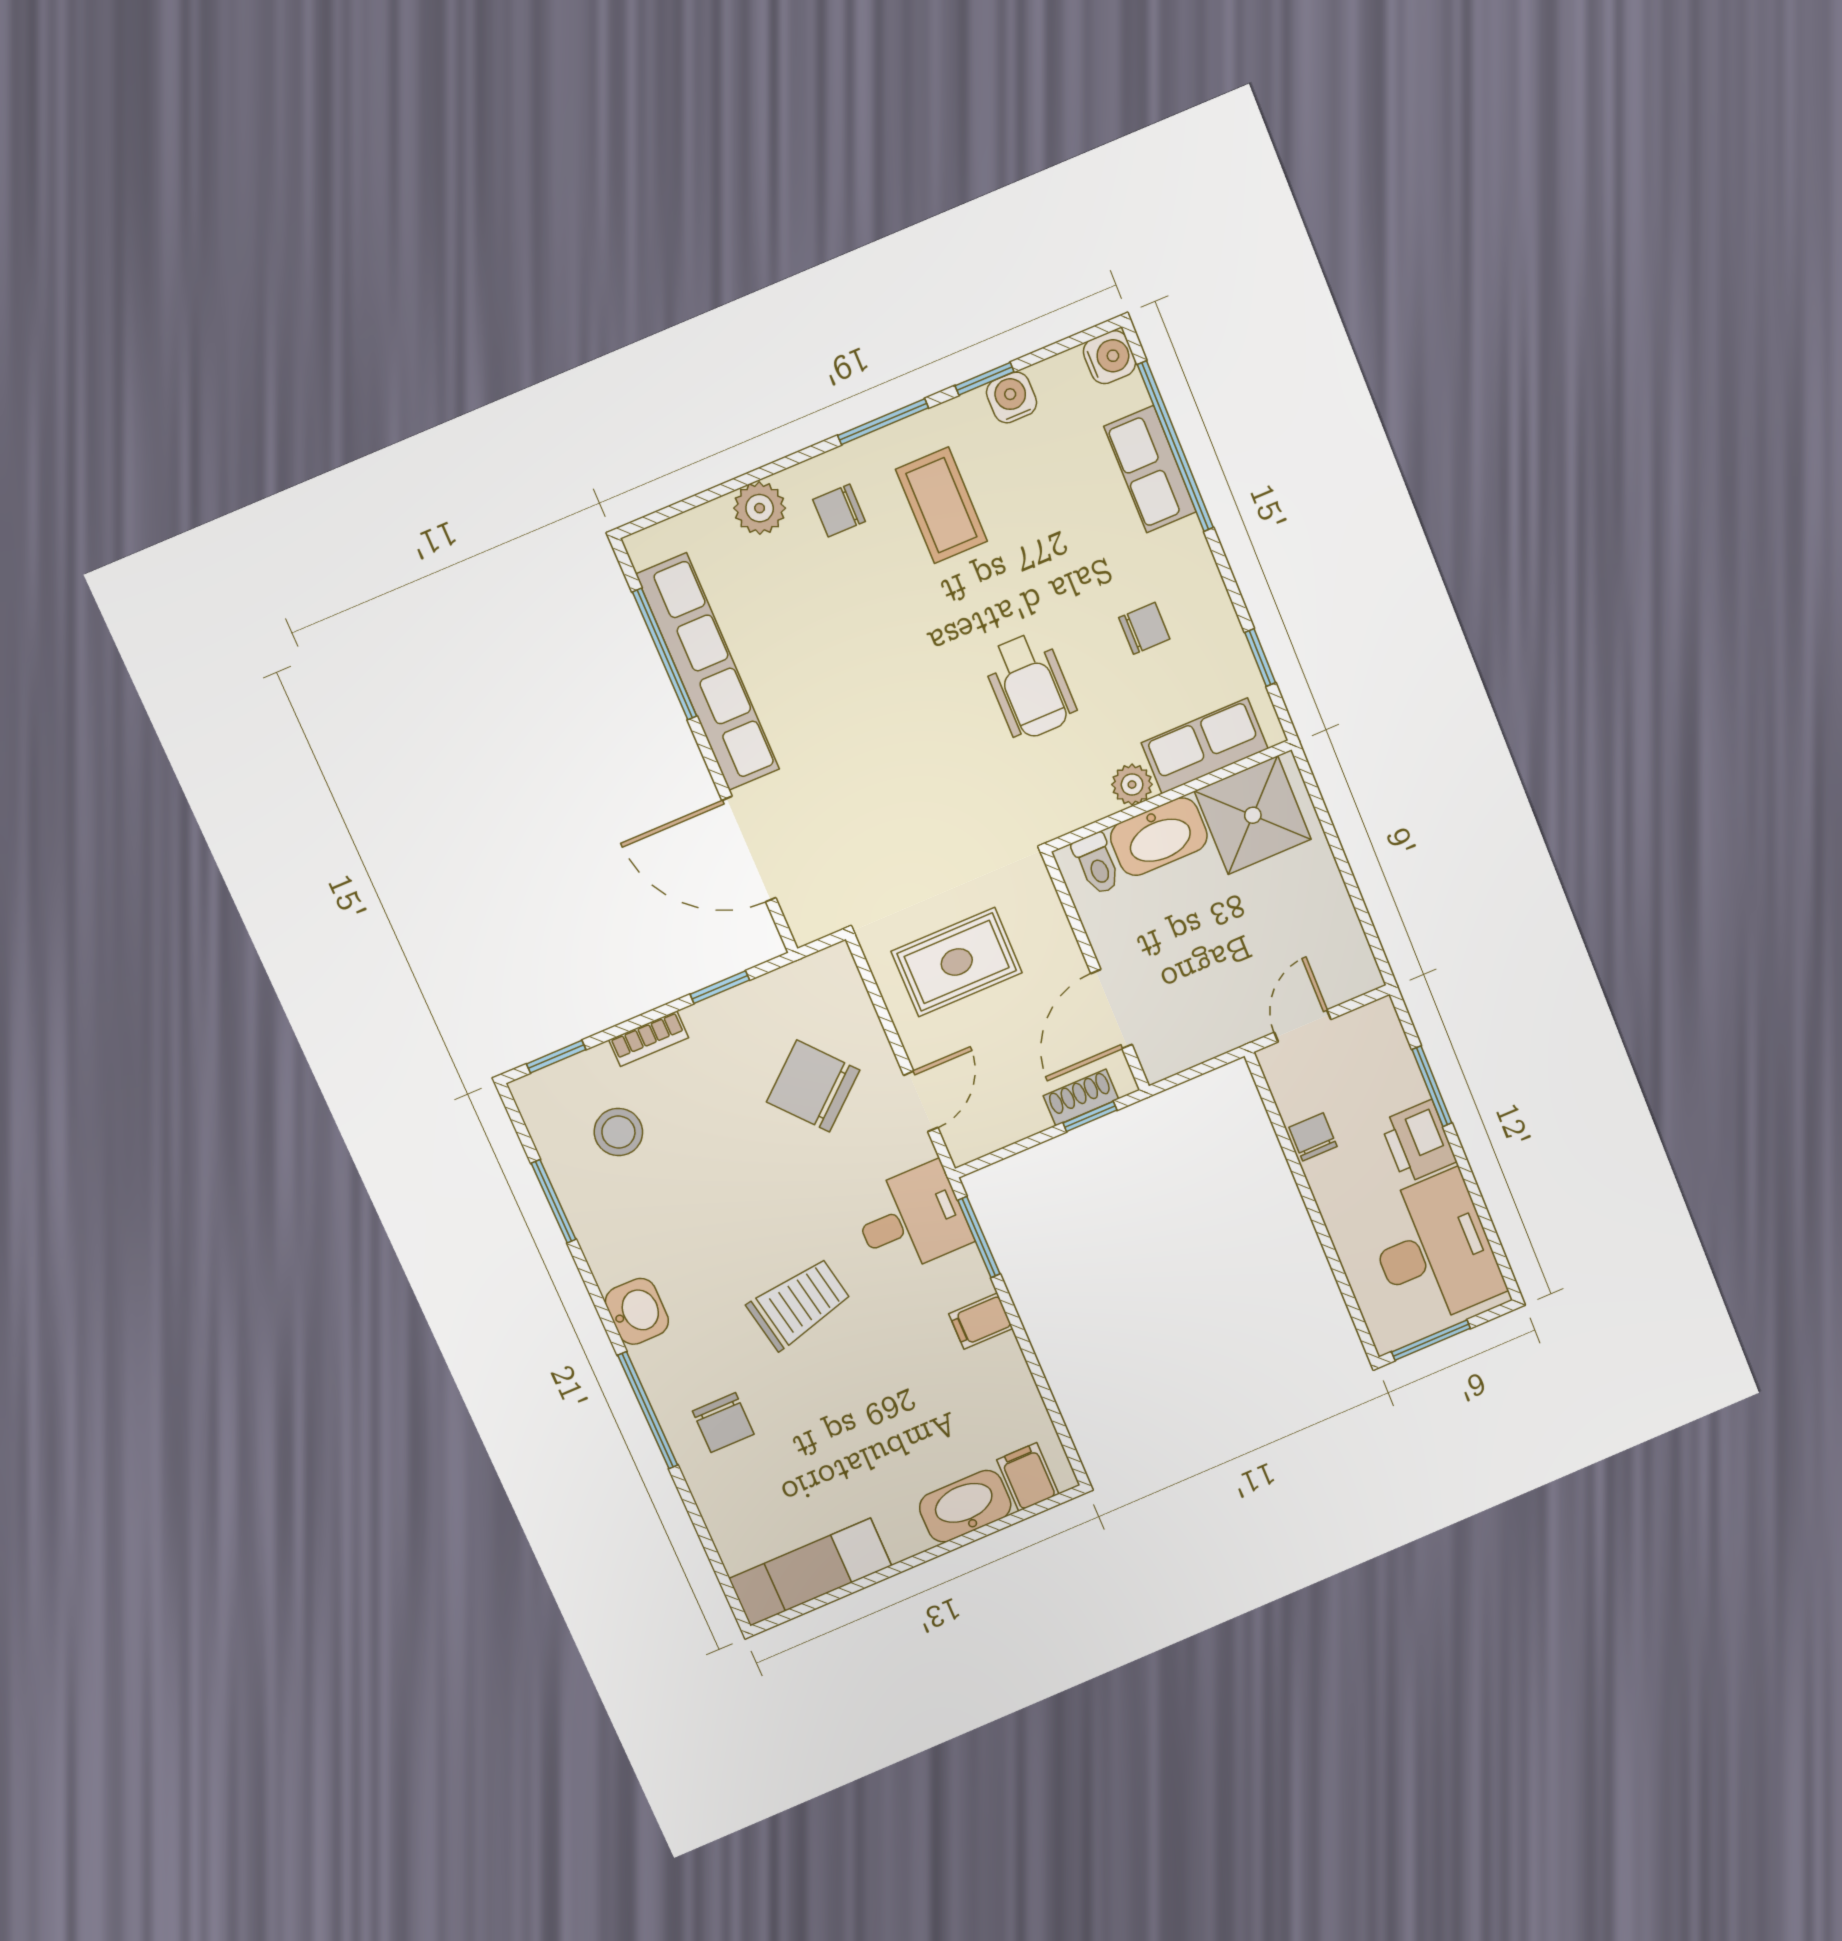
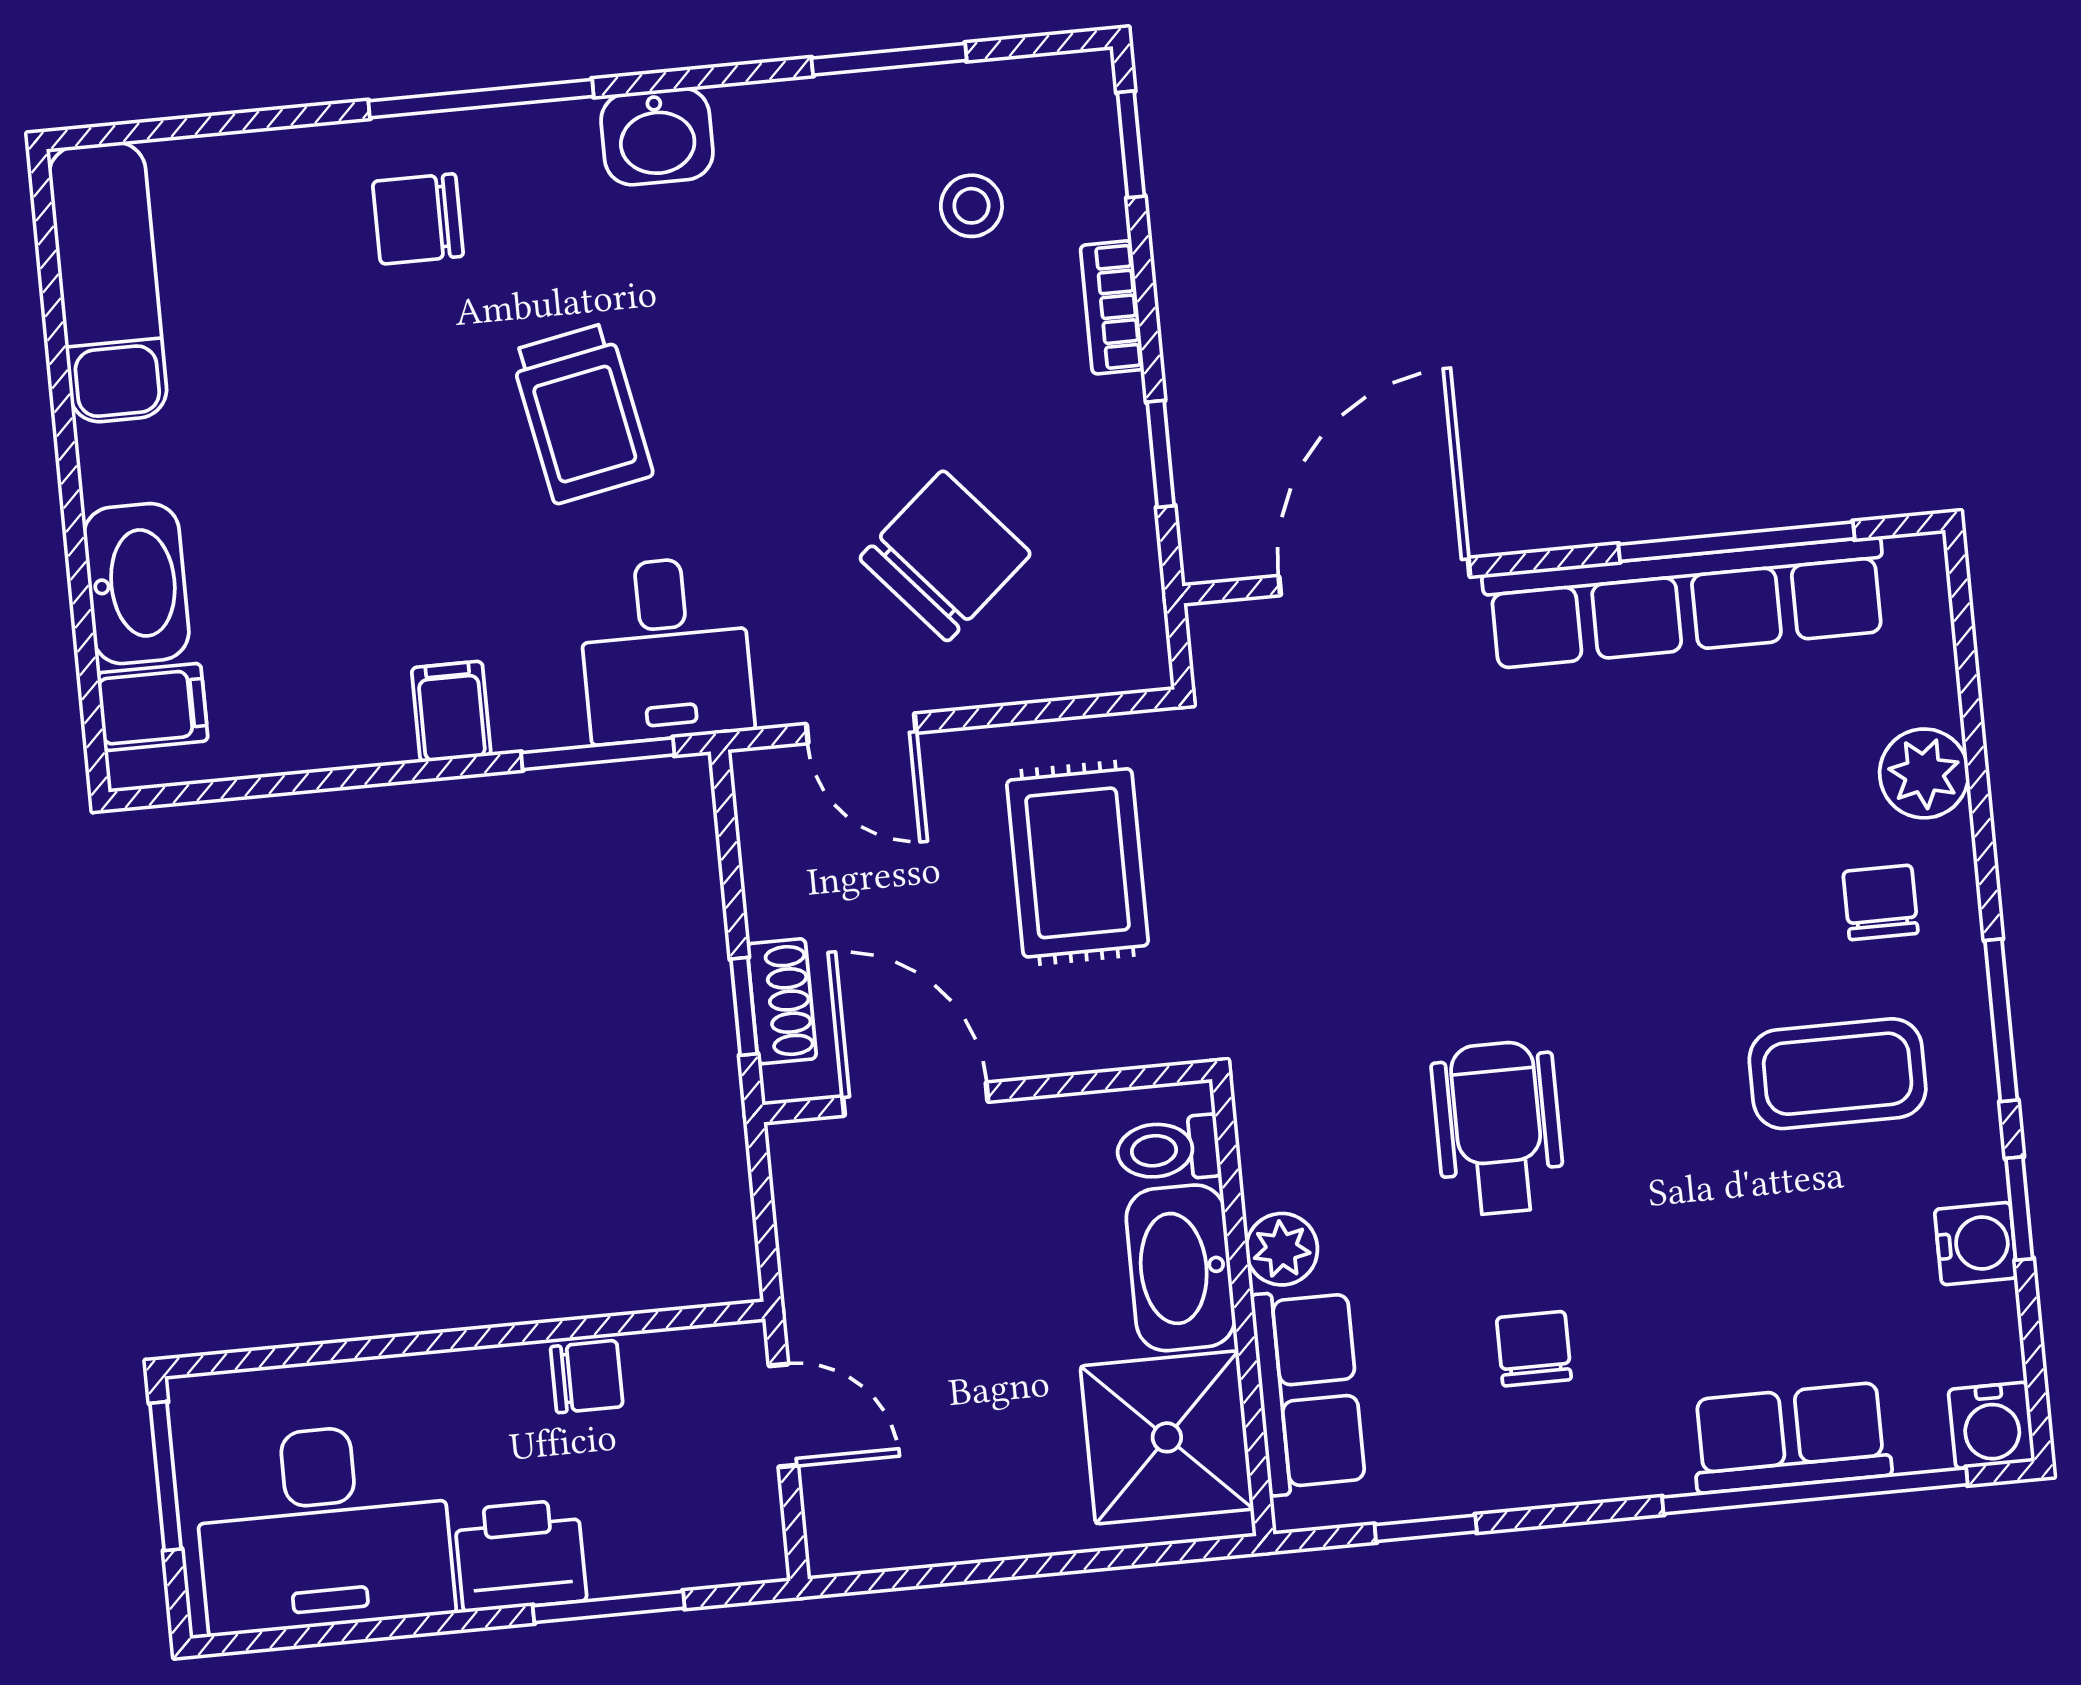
chair: (1144, 628) -> (1534, 1349), turned 180
wheelchair: (1030, 686) -> (1498, 1128), turned 90
stool: (618, 1132) -> (971, 206), width x0.73, depth x0.73

